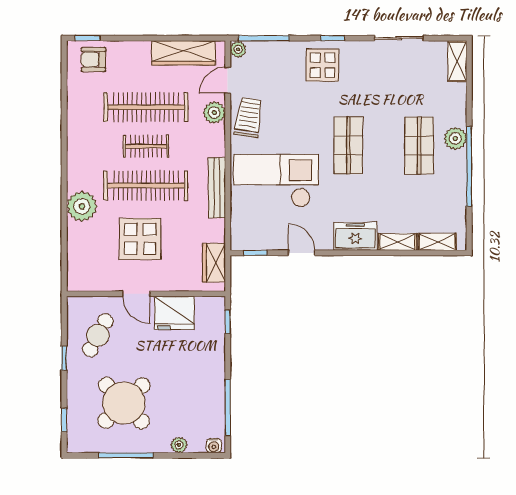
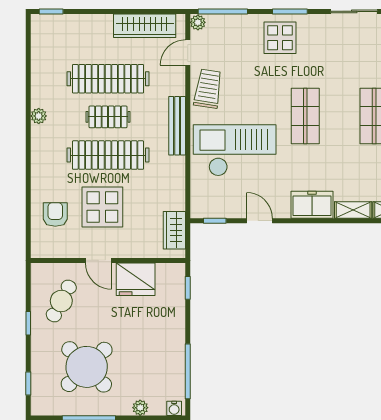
window: (333, 38) -> (290, 11), width x1.50
armchair: (93, 59) -> (55, 214), moved, turned 90
plant: (214, 113) -> (175, 84), removed
bench: (217, 188) -> (177, 126), moved
plant: (82, 206) -> (39, 116), moved, width x0.53, depth x0.53

